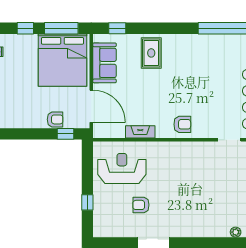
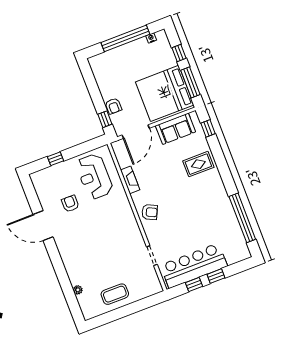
armchair: (182, 124) -> (150, 212), turned -65
reception desk: (122, 168) -> (94, 176), turned 180

